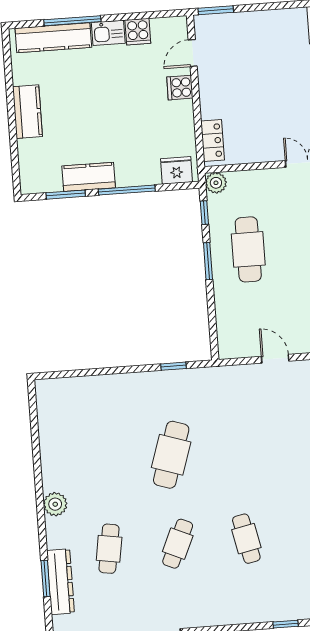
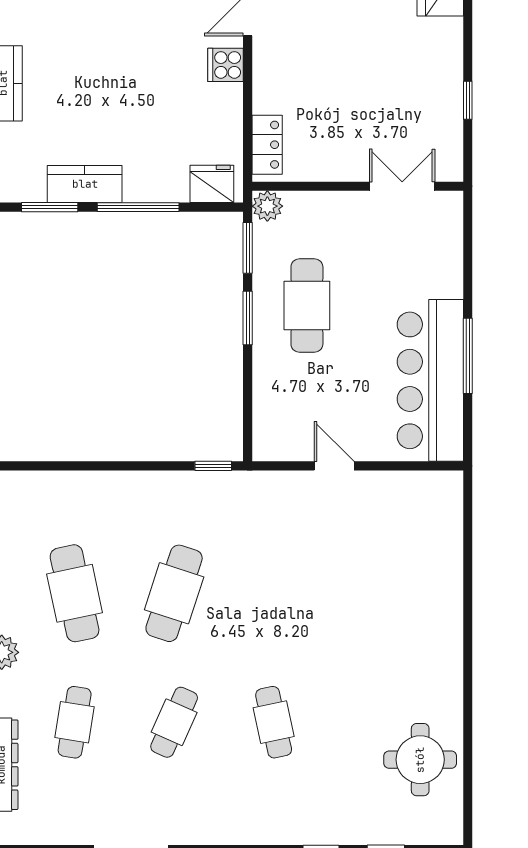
window: (204, 213) -> (248, 248), width x1.50
window: (173, 366) -> (213, 466), moved
cafe table: (102, 460) -> (75, 593), added

